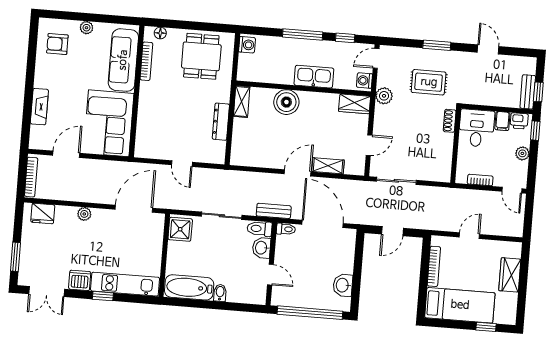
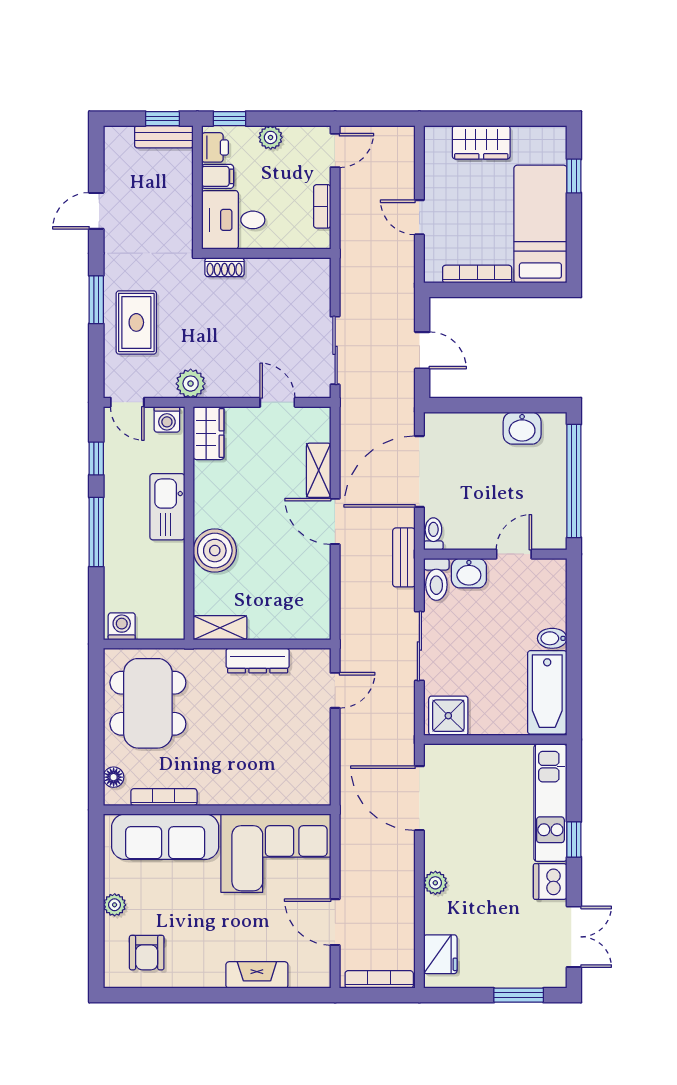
dining table: (201, 56) -> (148, 703), width x1.37
rug: (429, 82) -> (136, 322), moved
door: (182, 164) -> (335, 690), moved

